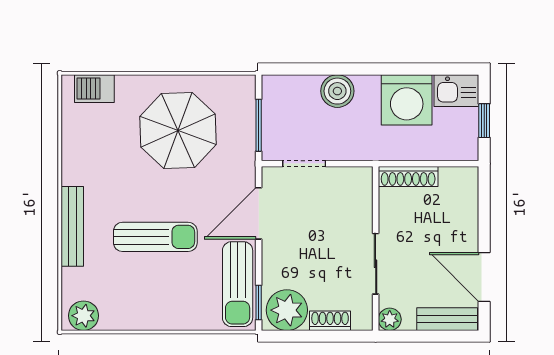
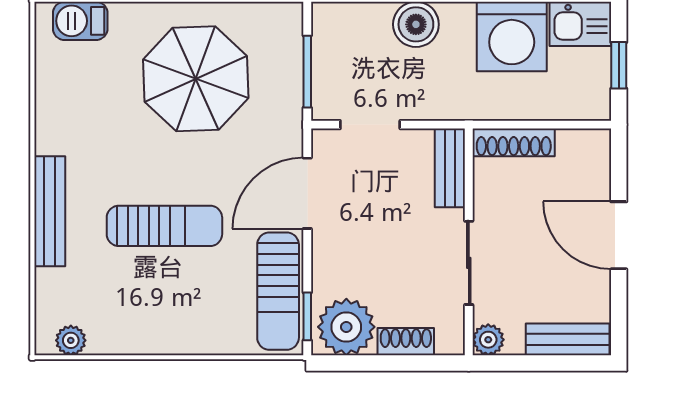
bench: (362, 195) -> (450, 168), added
door: (484, 277) -> (619, 235), moved
plant: (83, 316) -> (71, 340), width x0.73, depth x0.73

